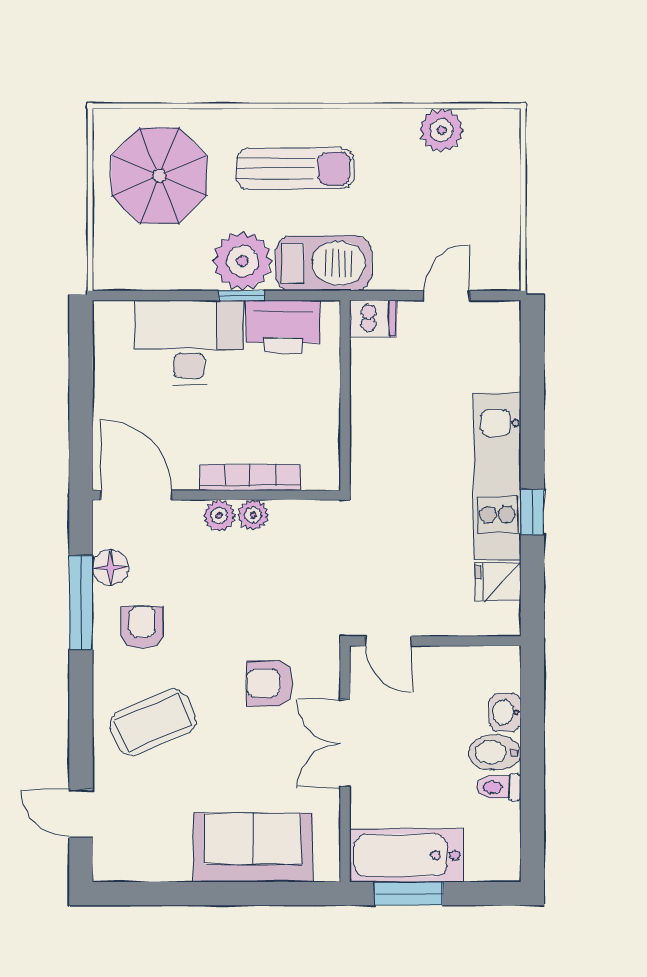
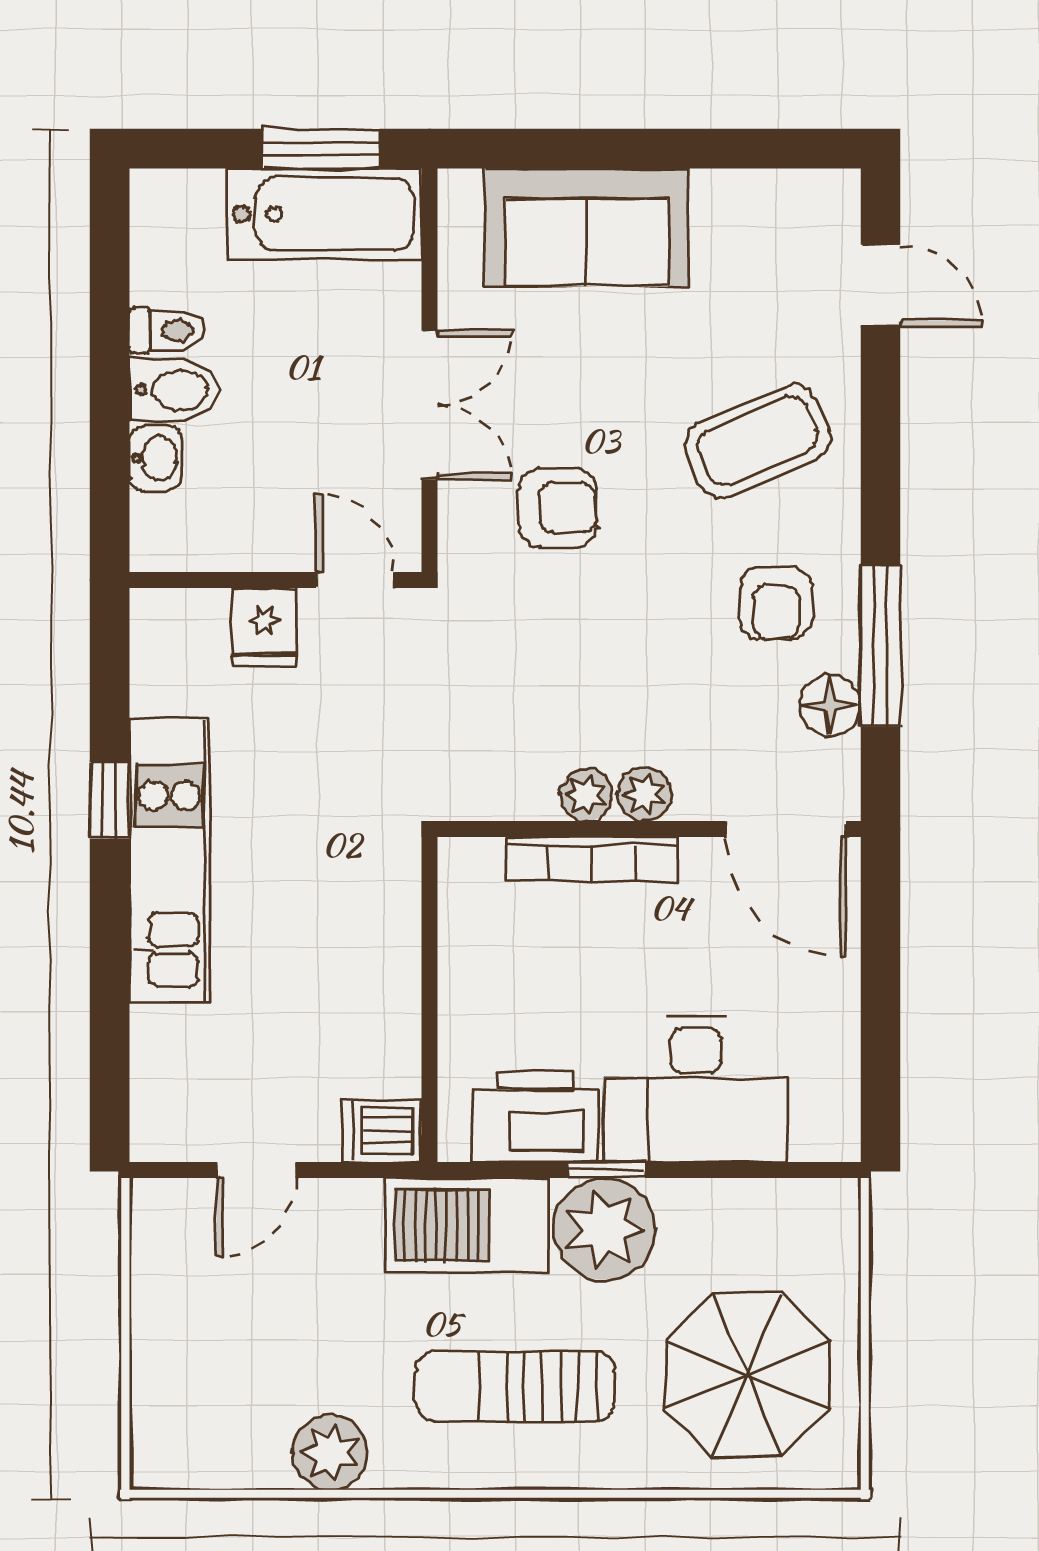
plant: (441, 130) -> (330, 1452), moved
fridge: (498, 582) -> (264, 627), moved, turned 90

